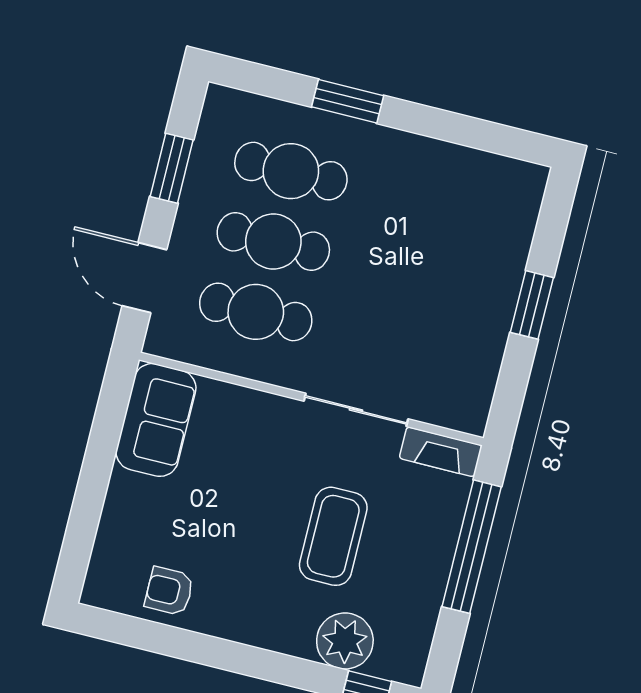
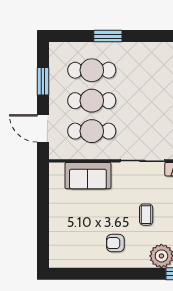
sofa: (156, 420) -> (88, 176), moved, turned 90
coffee table: (333, 536) -> (146, 215), width x0.54, depth x0.58
armchair: (169, 591) -> (115, 243), moved

